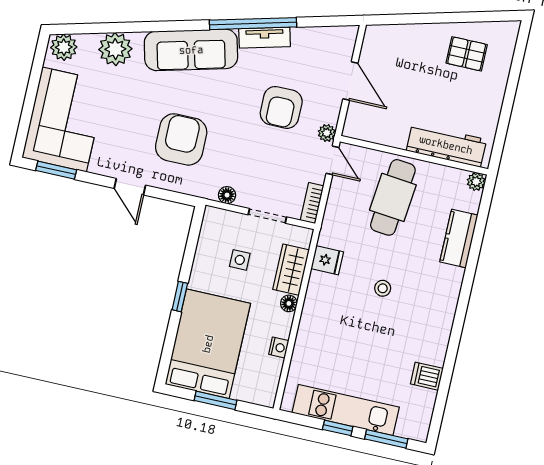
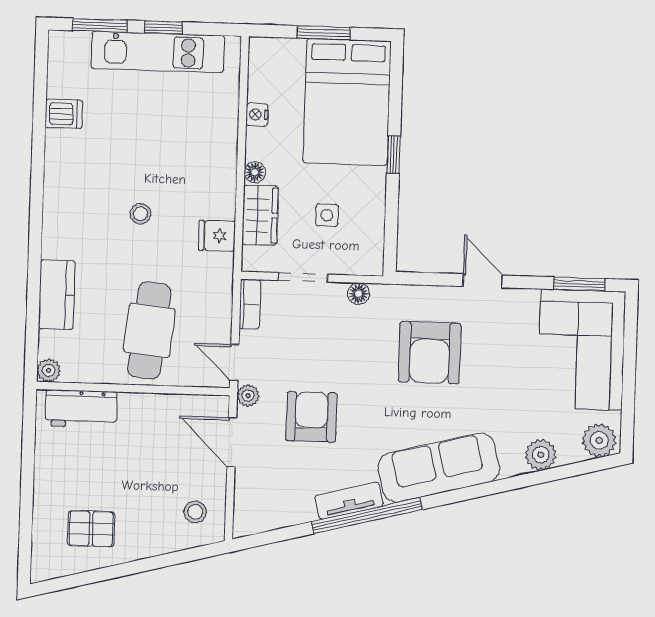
plant: (115, 49) -> (541, 455), width x0.73, depth x0.73
stool: (384, 52) -> (195, 512), added
door: (350, 81) -> (232, 442), moved
workbench: (446, 145) -> (81, 409), width x0.73

